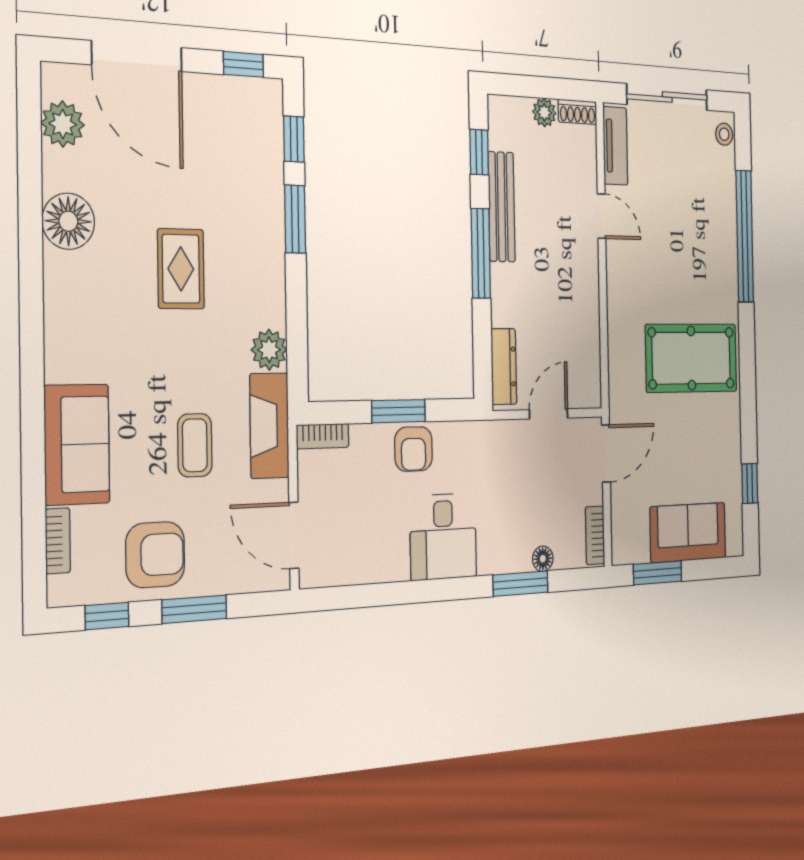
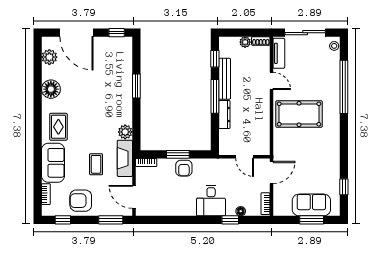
window: (294, 139) -> (136, 58), removed
rug: (181, 269) -> (58, 127), moved
pool table: (691, 358) -> (299, 114), moved
dresser: (504, 367) -> (224, 115), moved
door: (549, 414) -> (245, 157), swing flipped
desk: (443, 537) -> (211, 201), moved
armchair: (155, 555) -> (81, 201), turned 180
window: (658, 573) -> (312, 220), moved
window: (521, 584) -> (230, 220), width x0.67
window: (194, 609) -> (111, 220), moved

